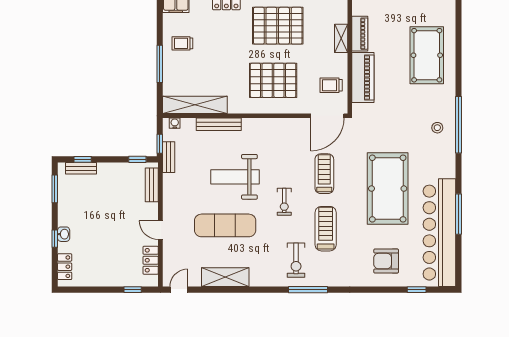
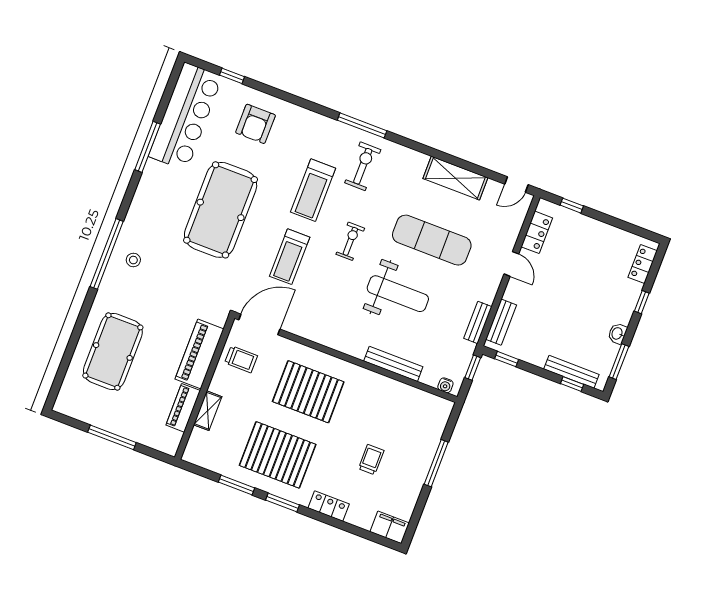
trolley: (182, 43) -> (371, 460), moved, turned -90
shelving: (195, 105) -> (413, 398), removed
bench: (169, 157) -> (478, 322), moved
bench: (81, 168) -> (571, 372), width x1.36
bar counter: (439, 233) -> (185, 116), width x0.73
washbasin: (64, 234) -> (617, 334), moved
armchair: (386, 261) -> (256, 124), turned 90

